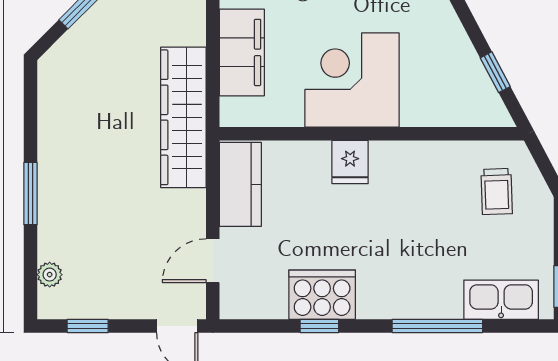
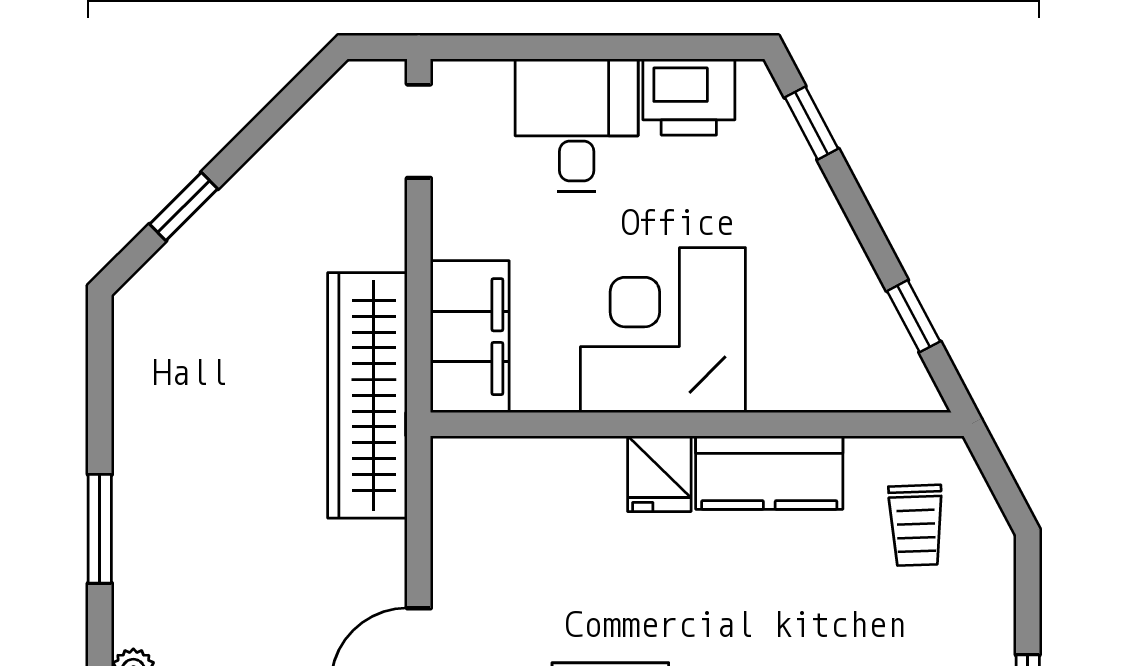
filing cabinet: (242, 52) -> (470, 337), moved
kitchen counter: (240, 184) -> (769, 473), moved, turned 90

